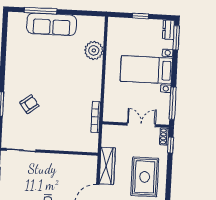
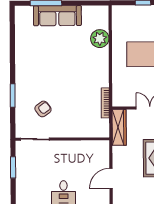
armchair: (29, 104) -> (43, 109), moved
wardrobe: (107, 166) -> (119, 127), moved

